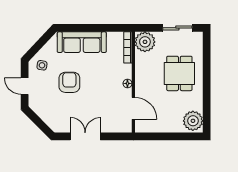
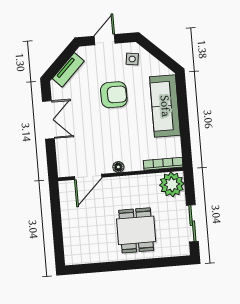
dining table: (179, 73) -> (136, 230), turned 90
tv unit: (46, 117) -> (68, 70), added
plant: (193, 121) -> (79, 252), removed

